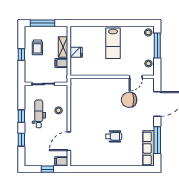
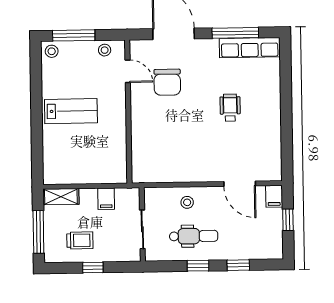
shelving: (63, 47) -> (61, 197), moved
fridge: (76, 52) -> (87, 174), removed
dental chair: (39, 114) -> (194, 236), turned 180

